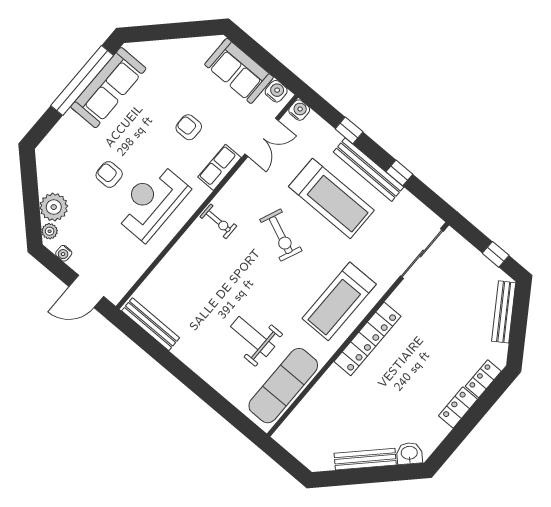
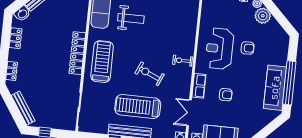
reception desk: (151, 202) -> (219, 49), turned 180
locker: (458, 407) -> (15, 38), moved

